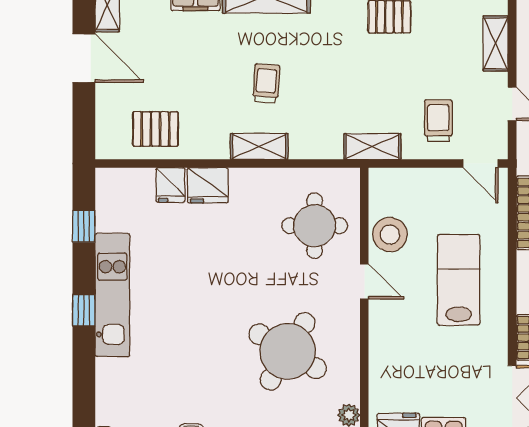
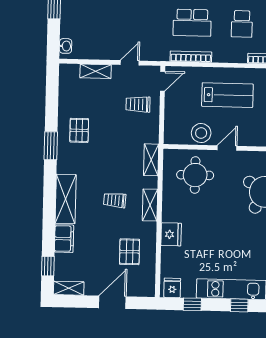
door: (84, 58) -> (112, 302), moved
pallet: (155, 129) -> (129, 252), moved
shelving: (372, 147) -> (151, 160), moved
fridge: (171, 185) -> (172, 288), moved, turned -90
lab bench: (459, 280) -> (227, 95), turned 180

